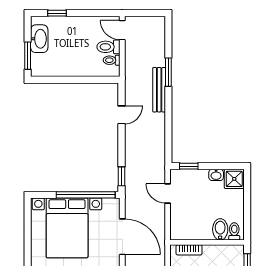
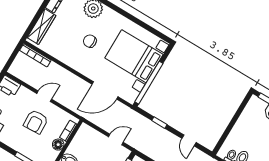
window: (122, 176) -> (159, 123), moved
floor lamp: (210, 252) -> (58, 145), added

